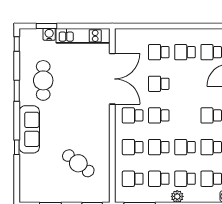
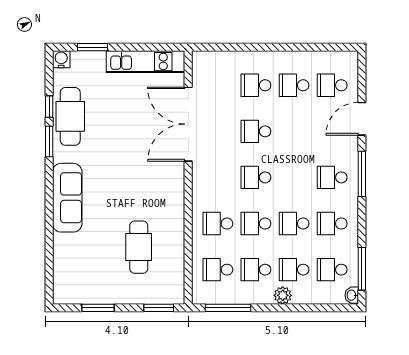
water cooler: (49, 34) -> (61, 59), moved
window: (17, 44) -> (49, 107), moved
double door: (112, 79) -> (188, 124), swing flipped
cafe table: (43, 80) -> (70, 116), moved
school desk: (133, 115) -> (218, 177), removed
window: (17, 147) -> (49, 224), removed
cafe table: (78, 163) -> (139, 247), turned 52

